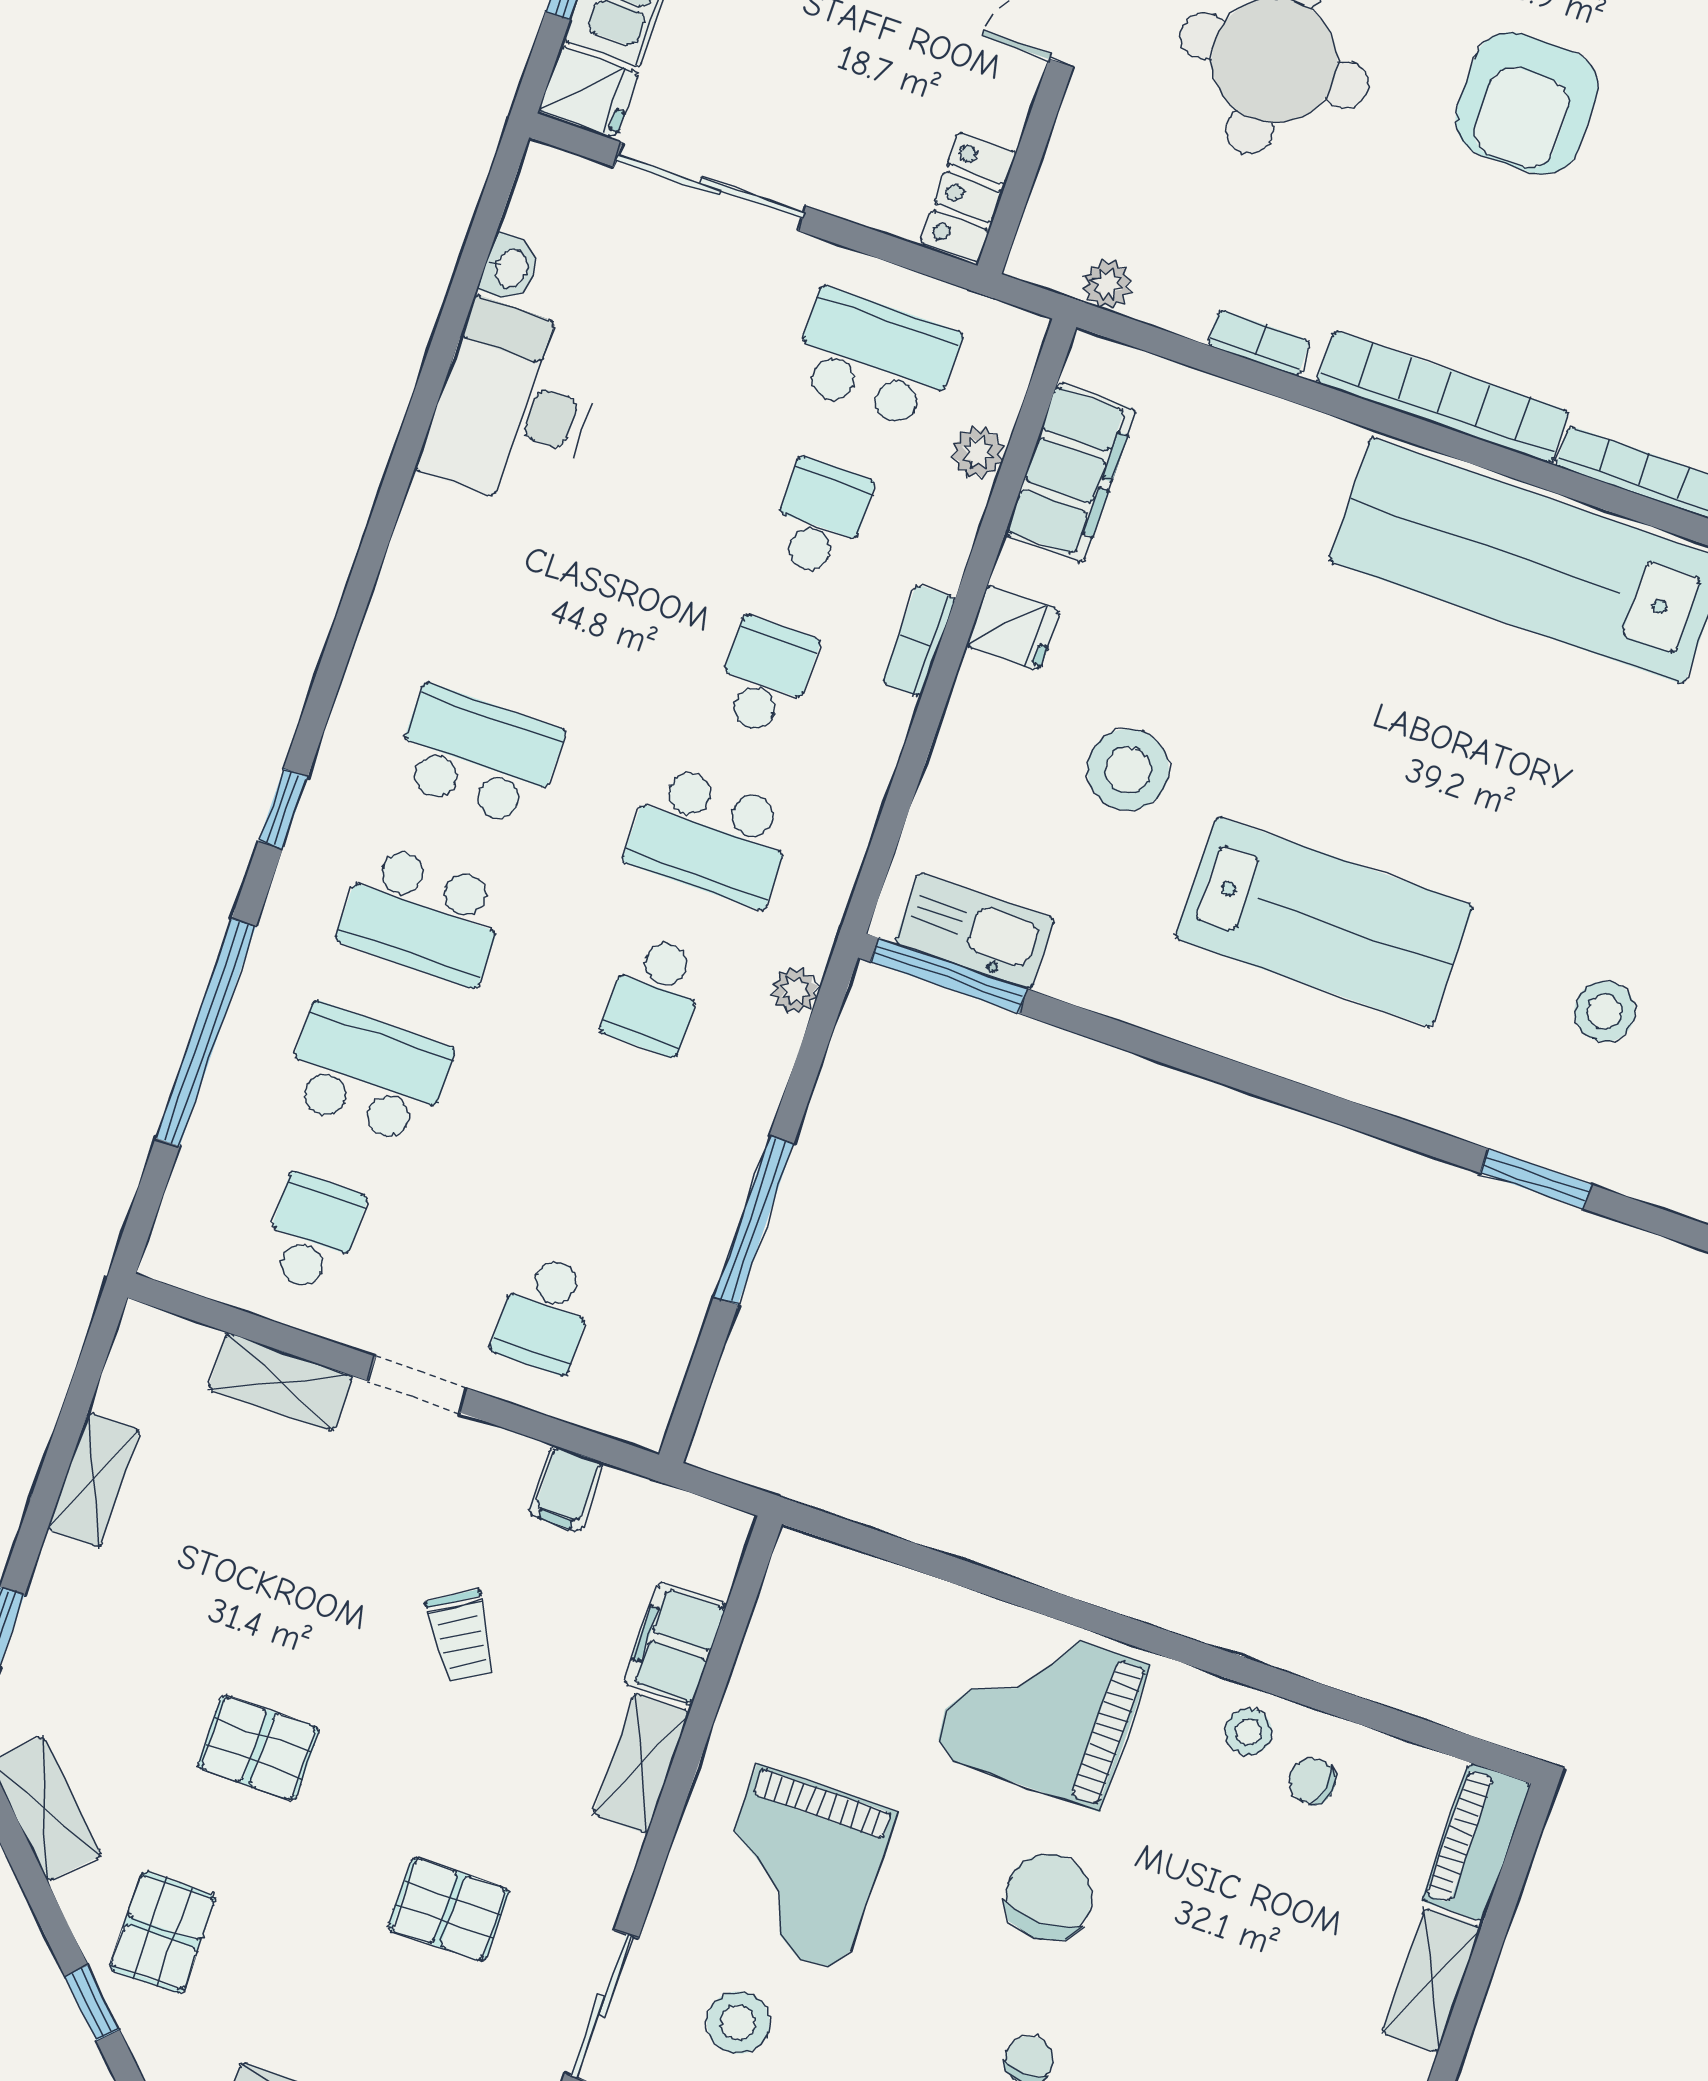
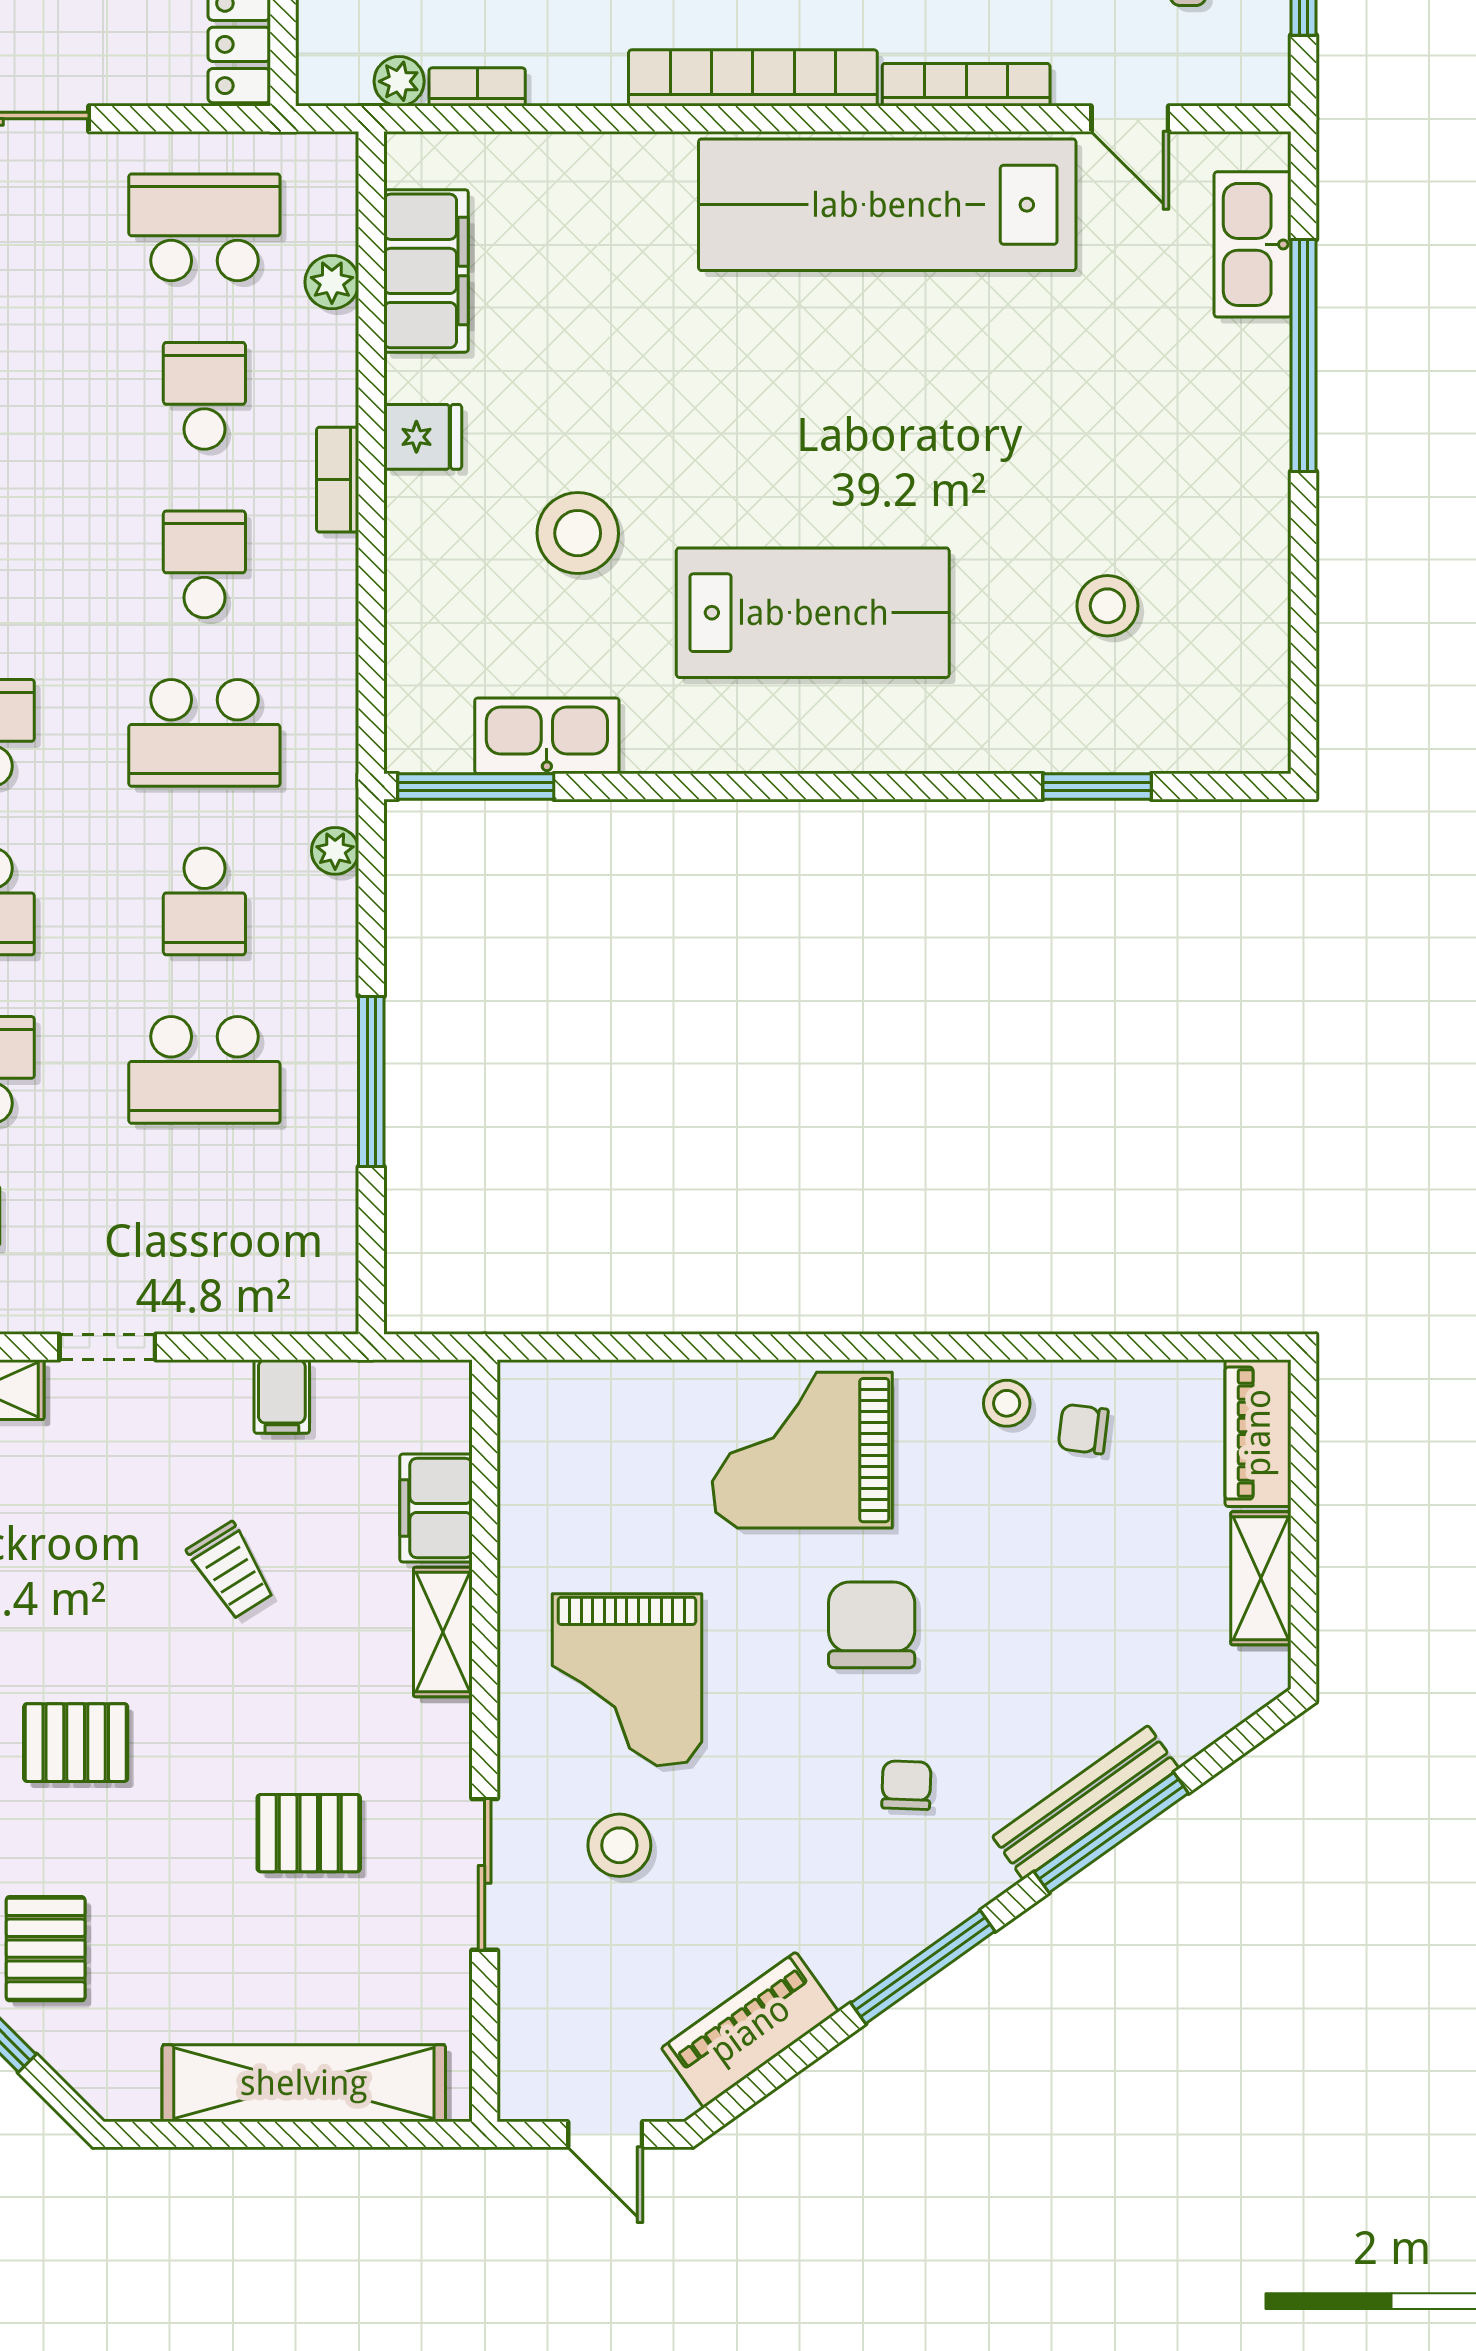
bookcase: (1259, 343) -> (477, 87), moved
kitchen sink: (975, 931) -> (547, 736), moved
school desk: (545, 1314) -> (204, 1070), moved, width x1.85

